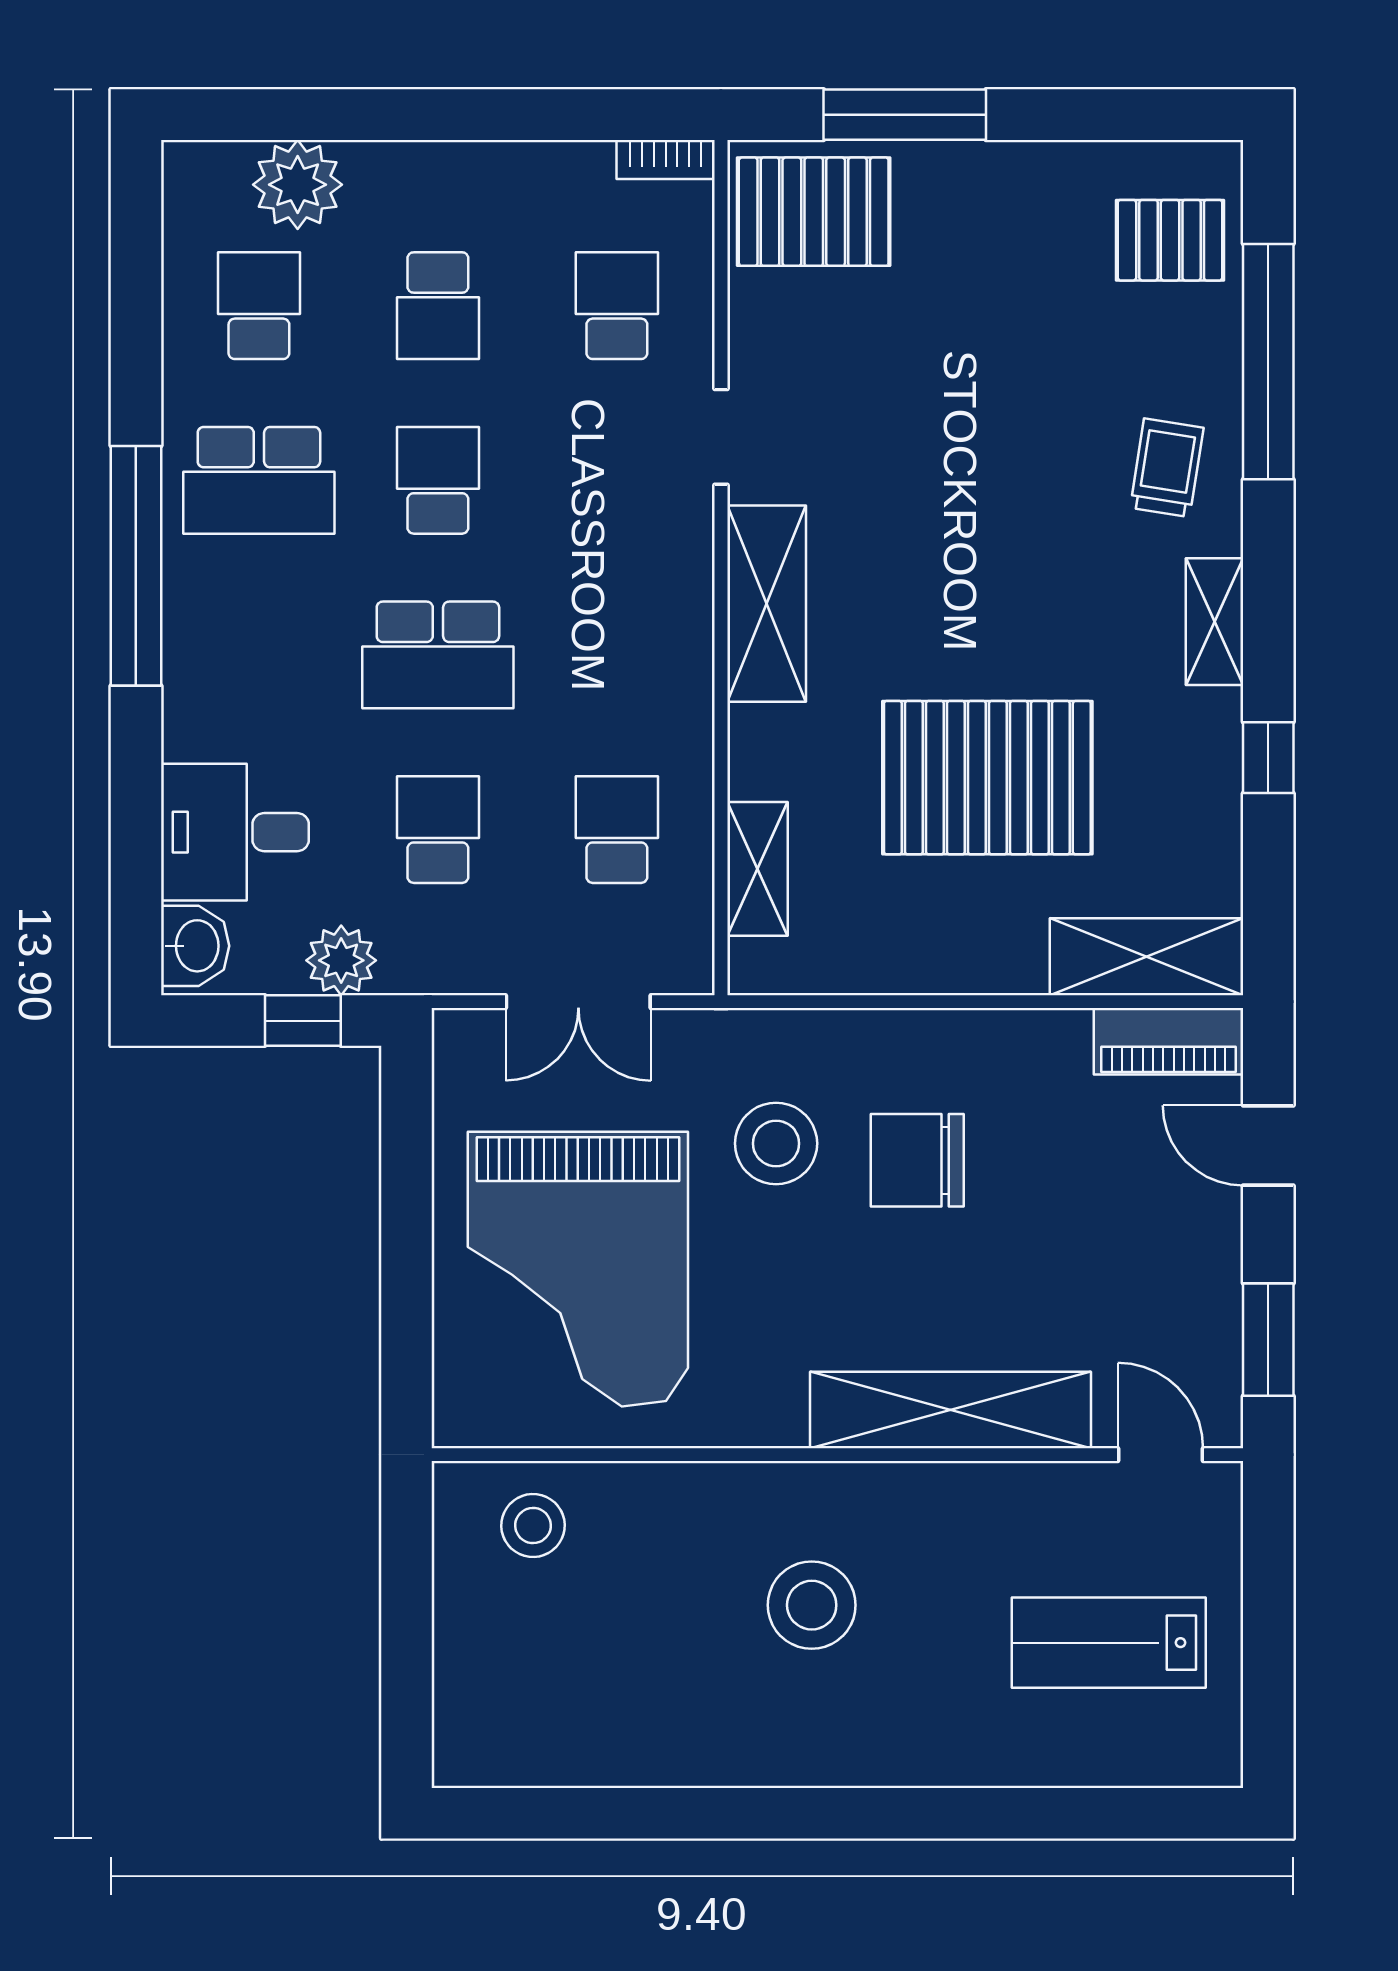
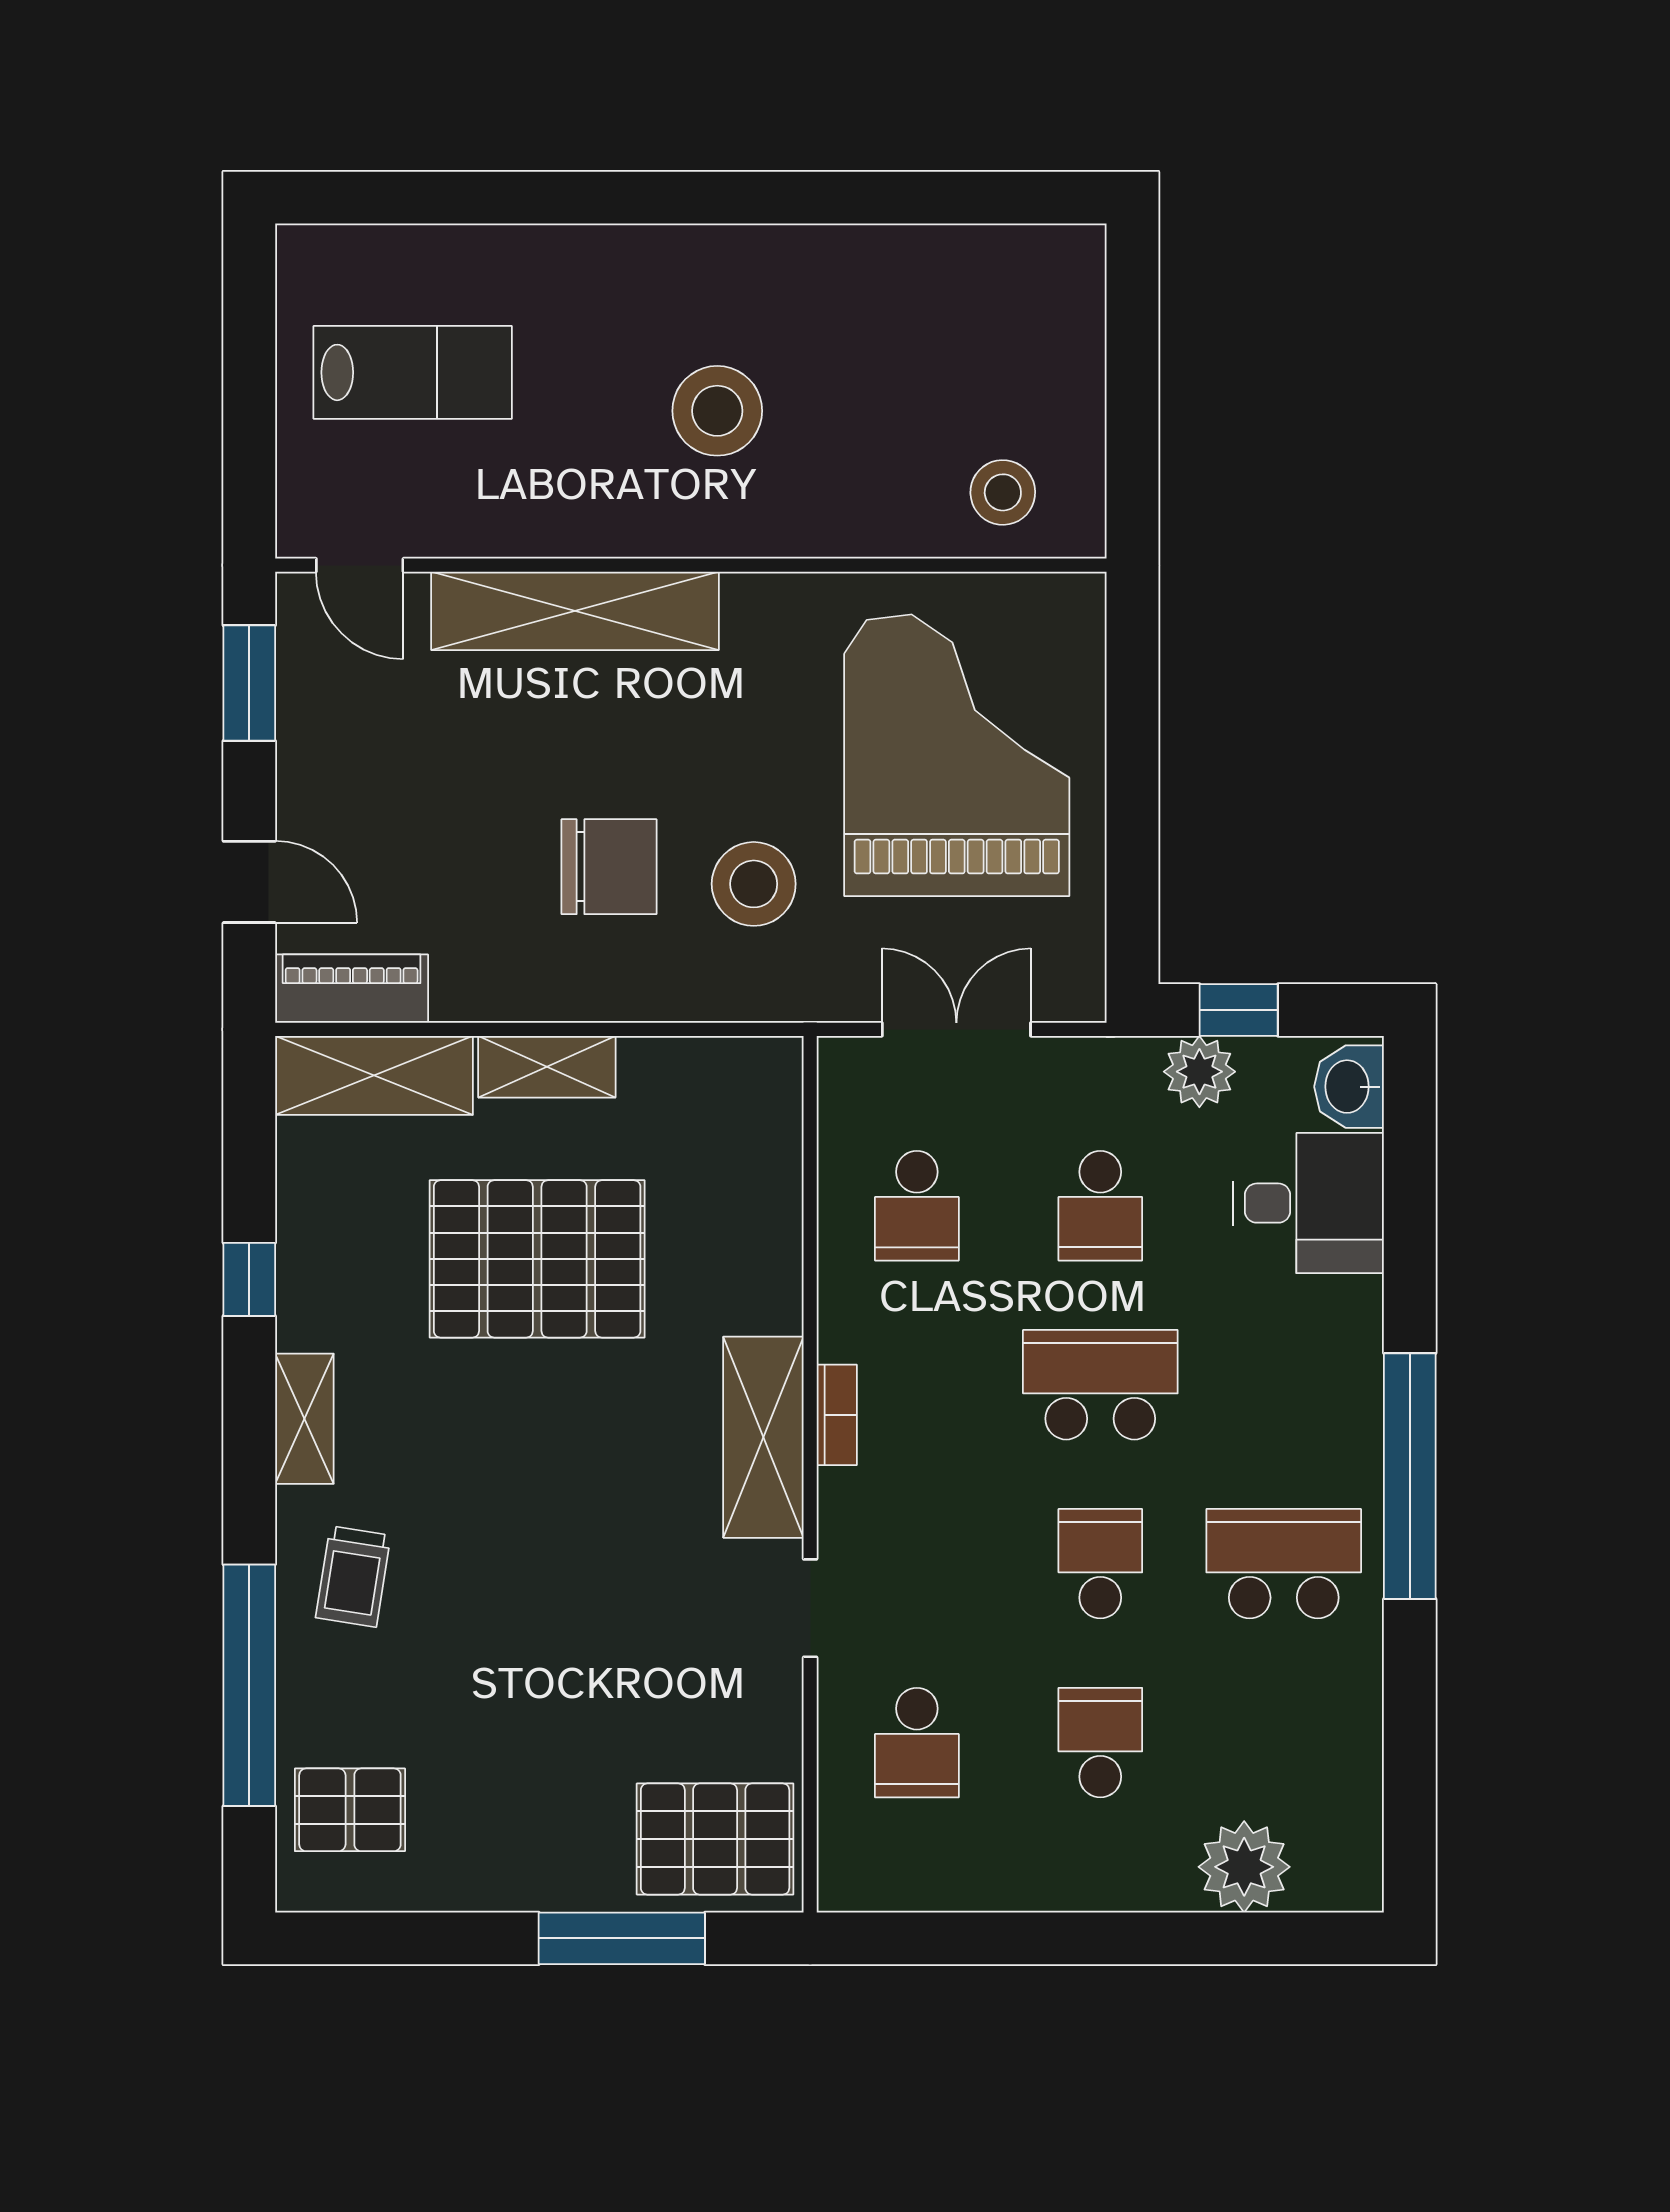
bookcase: (666, 159) -> (837, 1415), moved, turned 90
school desk: (259, 306) -> (1284, 1743), removed
school desk: (438, 480) -> (1100, 1564), turned 180
shelving: (757, 869) -> (547, 1067), moved, turned 90

